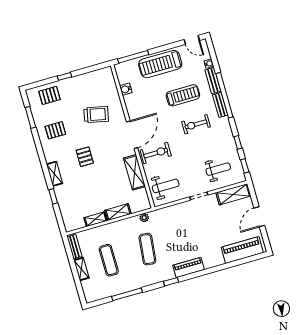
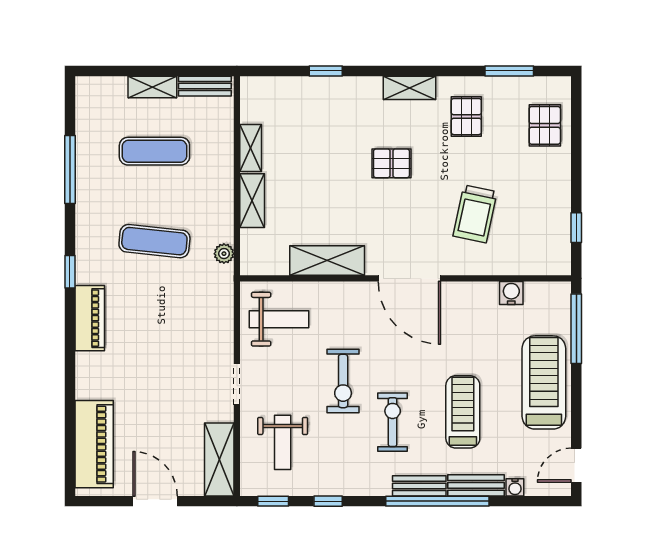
window: (64, 76) -> (576, 228), moved
treadmill: (183, 95) -> (463, 412), turned 180
exercise bike: (156, 153) -> (343, 381), moved
shelving: (54, 174) -> (410, 88), moved
weight bench: (166, 186) -> (279, 319), turned -90

